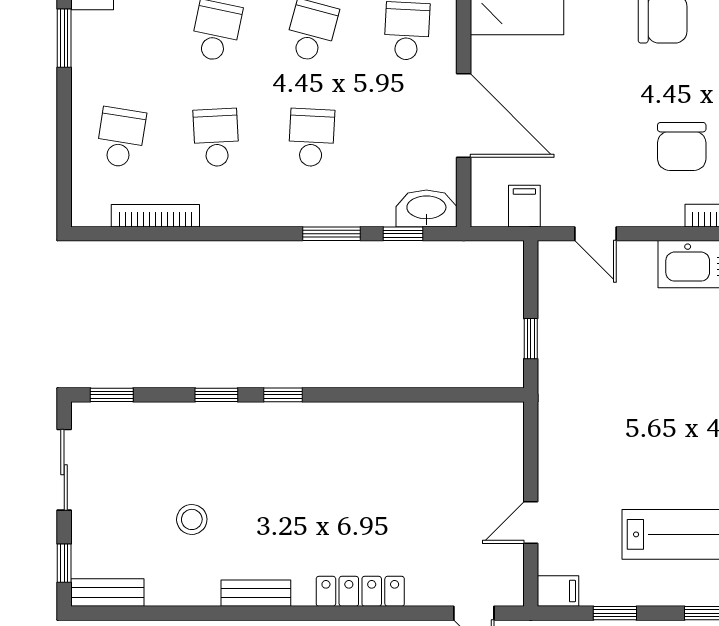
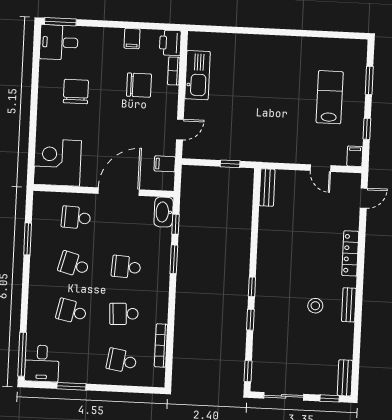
bench: (486, 416) -> (267, 187), added
stool: (192, 519) -> (315, 306), moved

